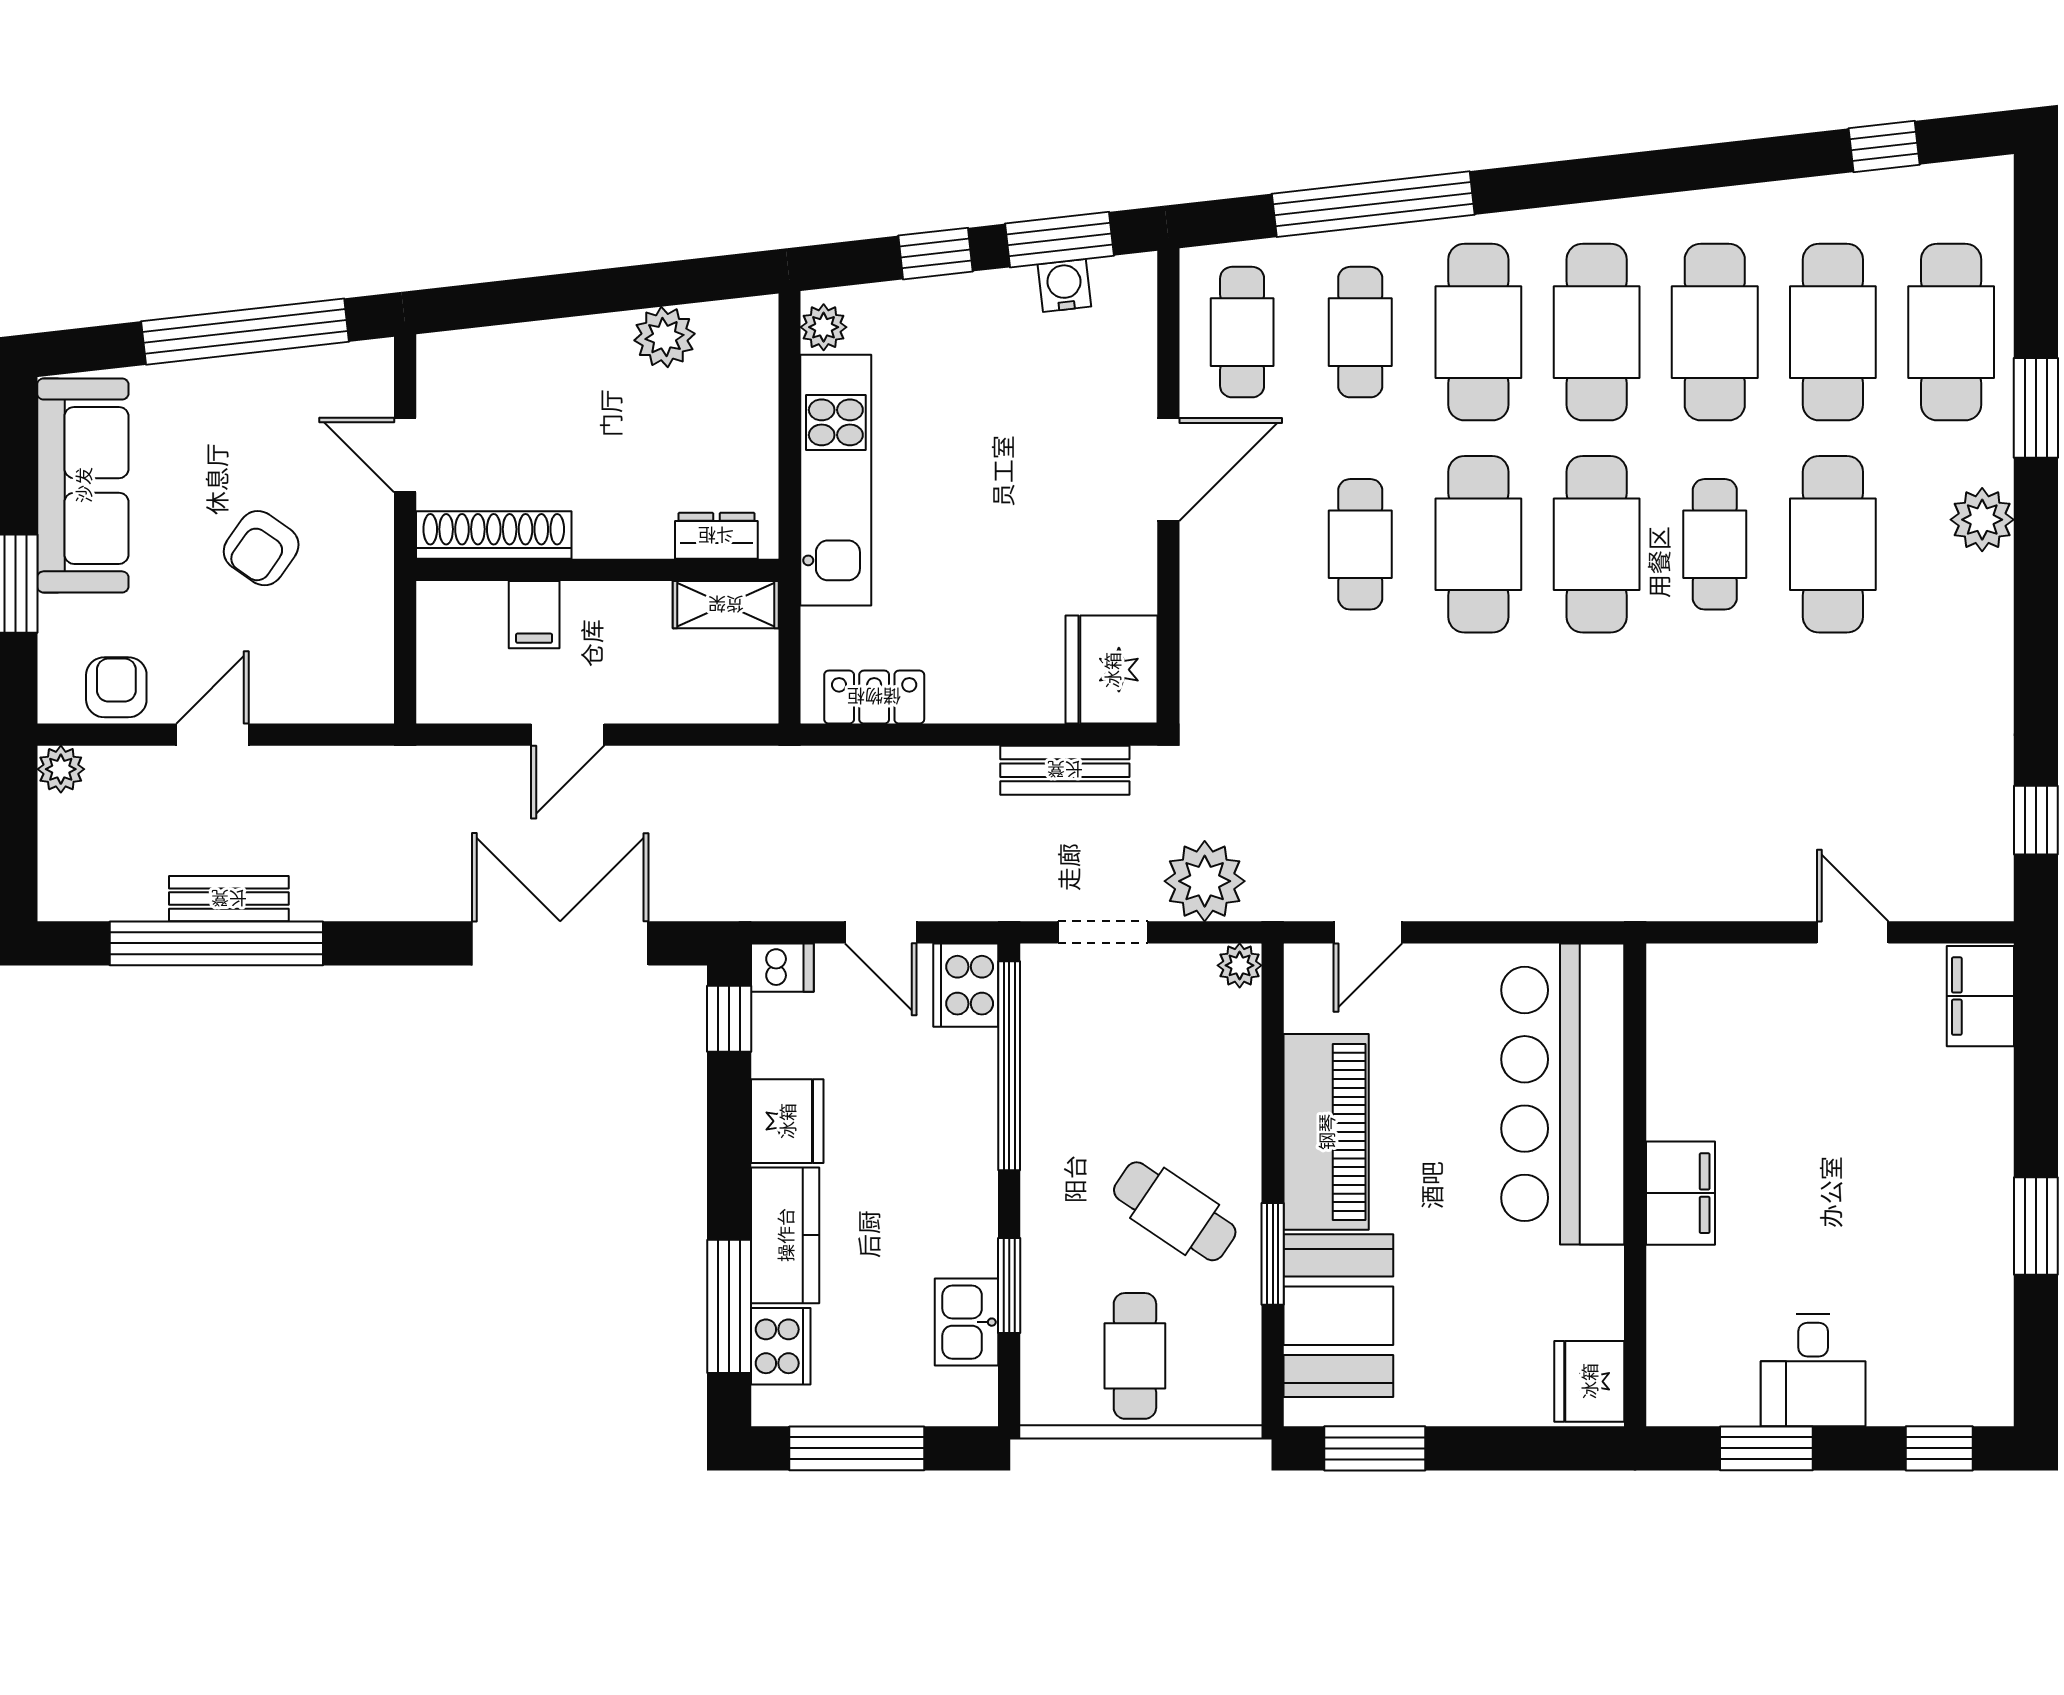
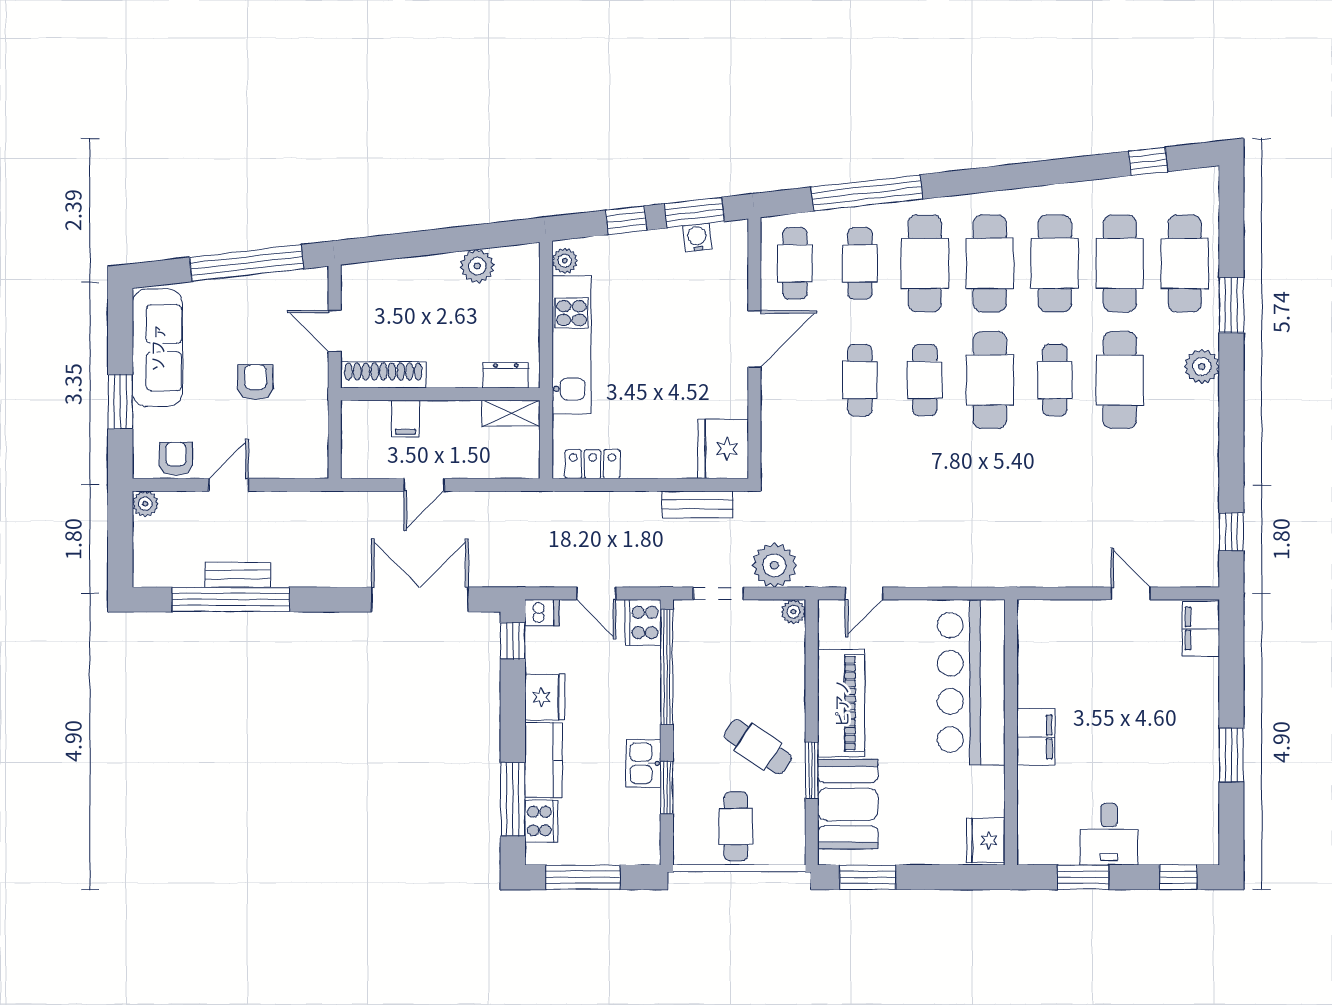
cafe table: (1478, 544) -> (925, 380), width x0.73, depth x0.74
armchair: (261, 548) -> (255, 382), turned 145
kitchen sink: (966, 1322) -> (643, 763), moved

